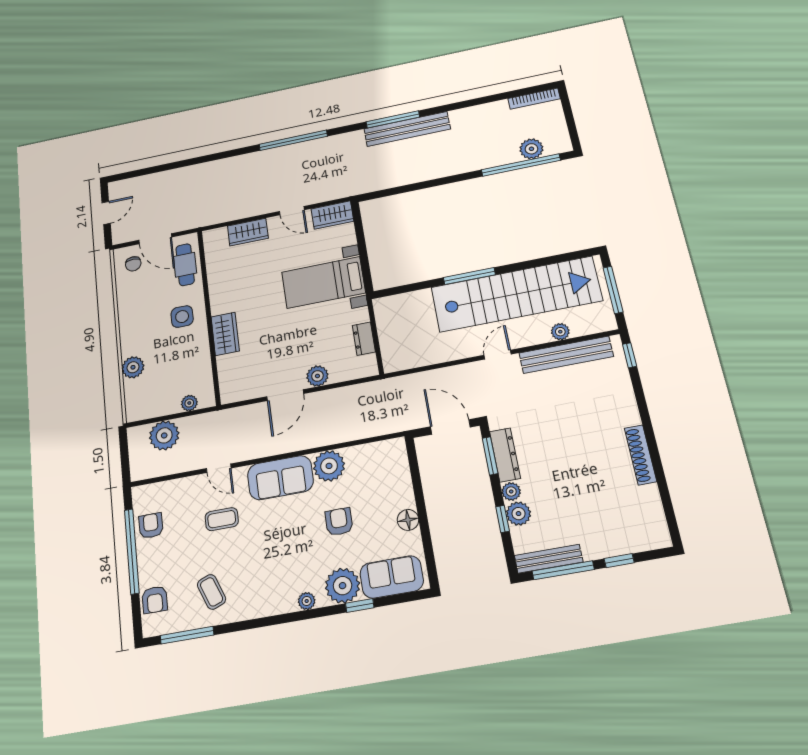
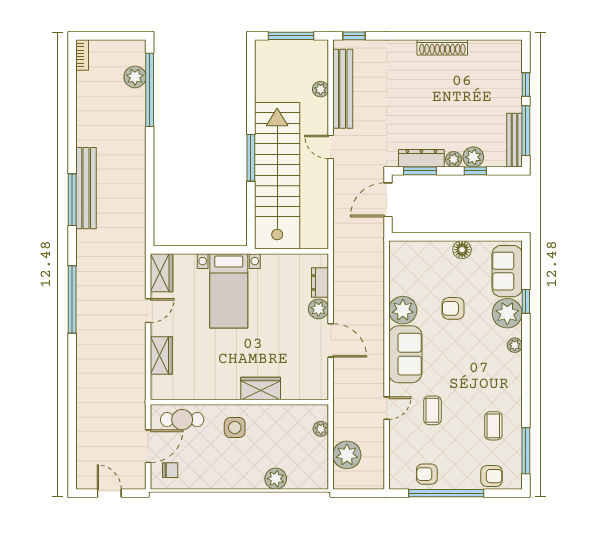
bookcase: (534, 99) -> (82, 55), width x0.64
stairs: (516, 294) -> (277, 176), moved
dresser: (364, 339) -> (320, 283), moved, turned 90
coffee table: (212, 592) -> (493, 426), turned -69

